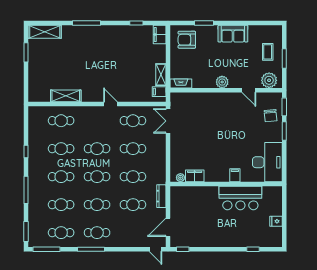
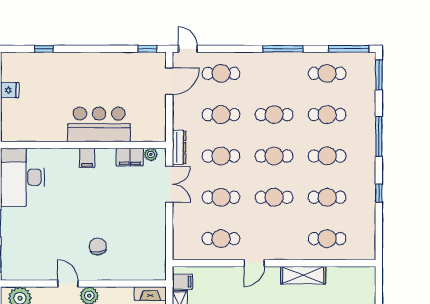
door: (249, 90) -> (68, 284), moved
shelving: (66, 96) -> (303, 275), moved
door: (111, 104) -> (254, 263), hinge flipped
chair: (271, 116) -> (98, 246), moved
double door: (168, 121) -> (169, 184), moved
filing cabinet: (235, 175) -> (87, 158), moved
dresser: (161, 196) -> (179, 147), moved
bar counter: (240, 198) -> (99, 124), moved
cafe table: (97, 233) -> (221, 73), moved

